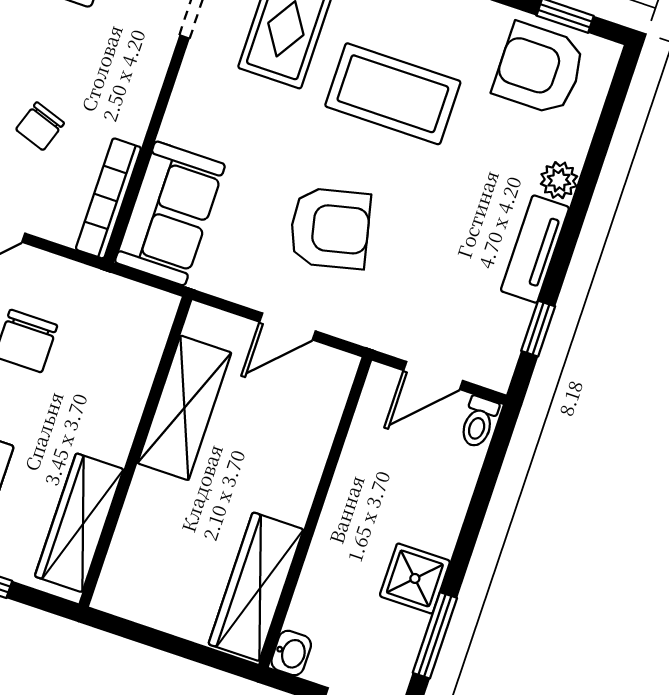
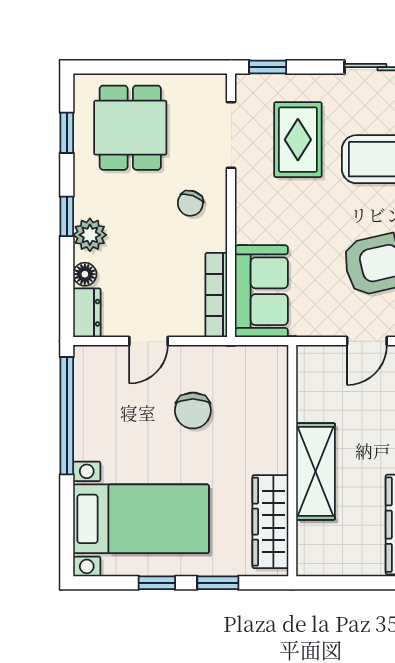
chair: (40, 126) -> (190, 203), moved
shelving: (184, 408) -> (316, 471), moved

